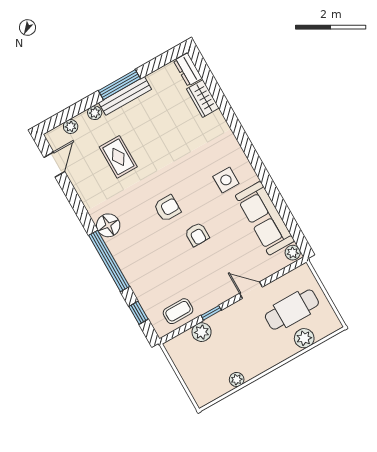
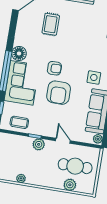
armchair: (197, 234) -> (59, 93), width x1.88, depth x1.88
corner sofa: (141, 259) -> (22, 83), added
plant: (202, 332) -> (39, 144), moved

